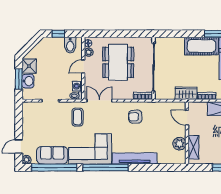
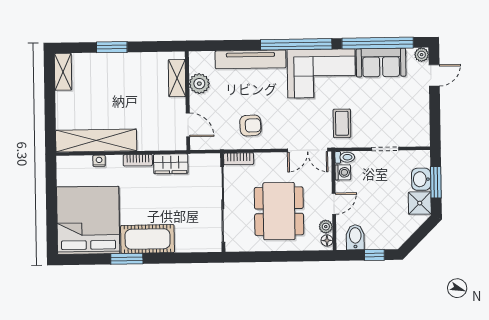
door: (187, 118) -> (188, 125), moved
wall: (187, 133) -> (188, 101), moved
plant: (179, 144) -> (199, 84), moved
shelving: (193, 147) -> (177, 78), moved

